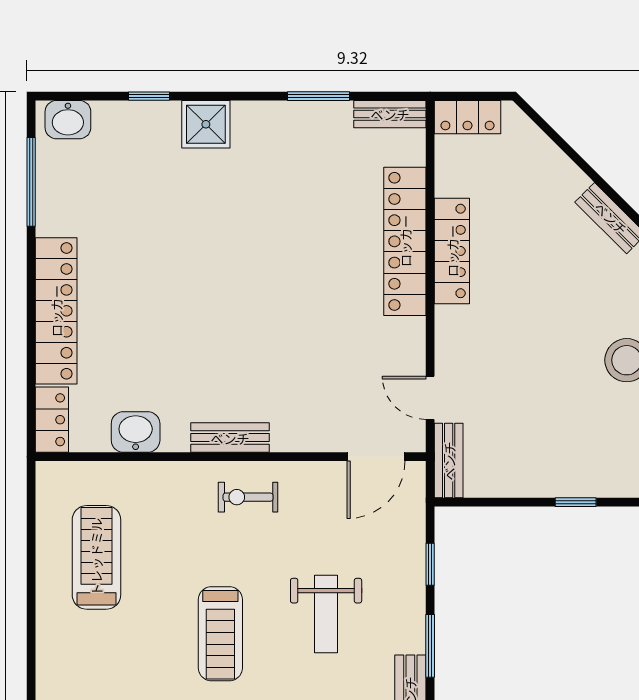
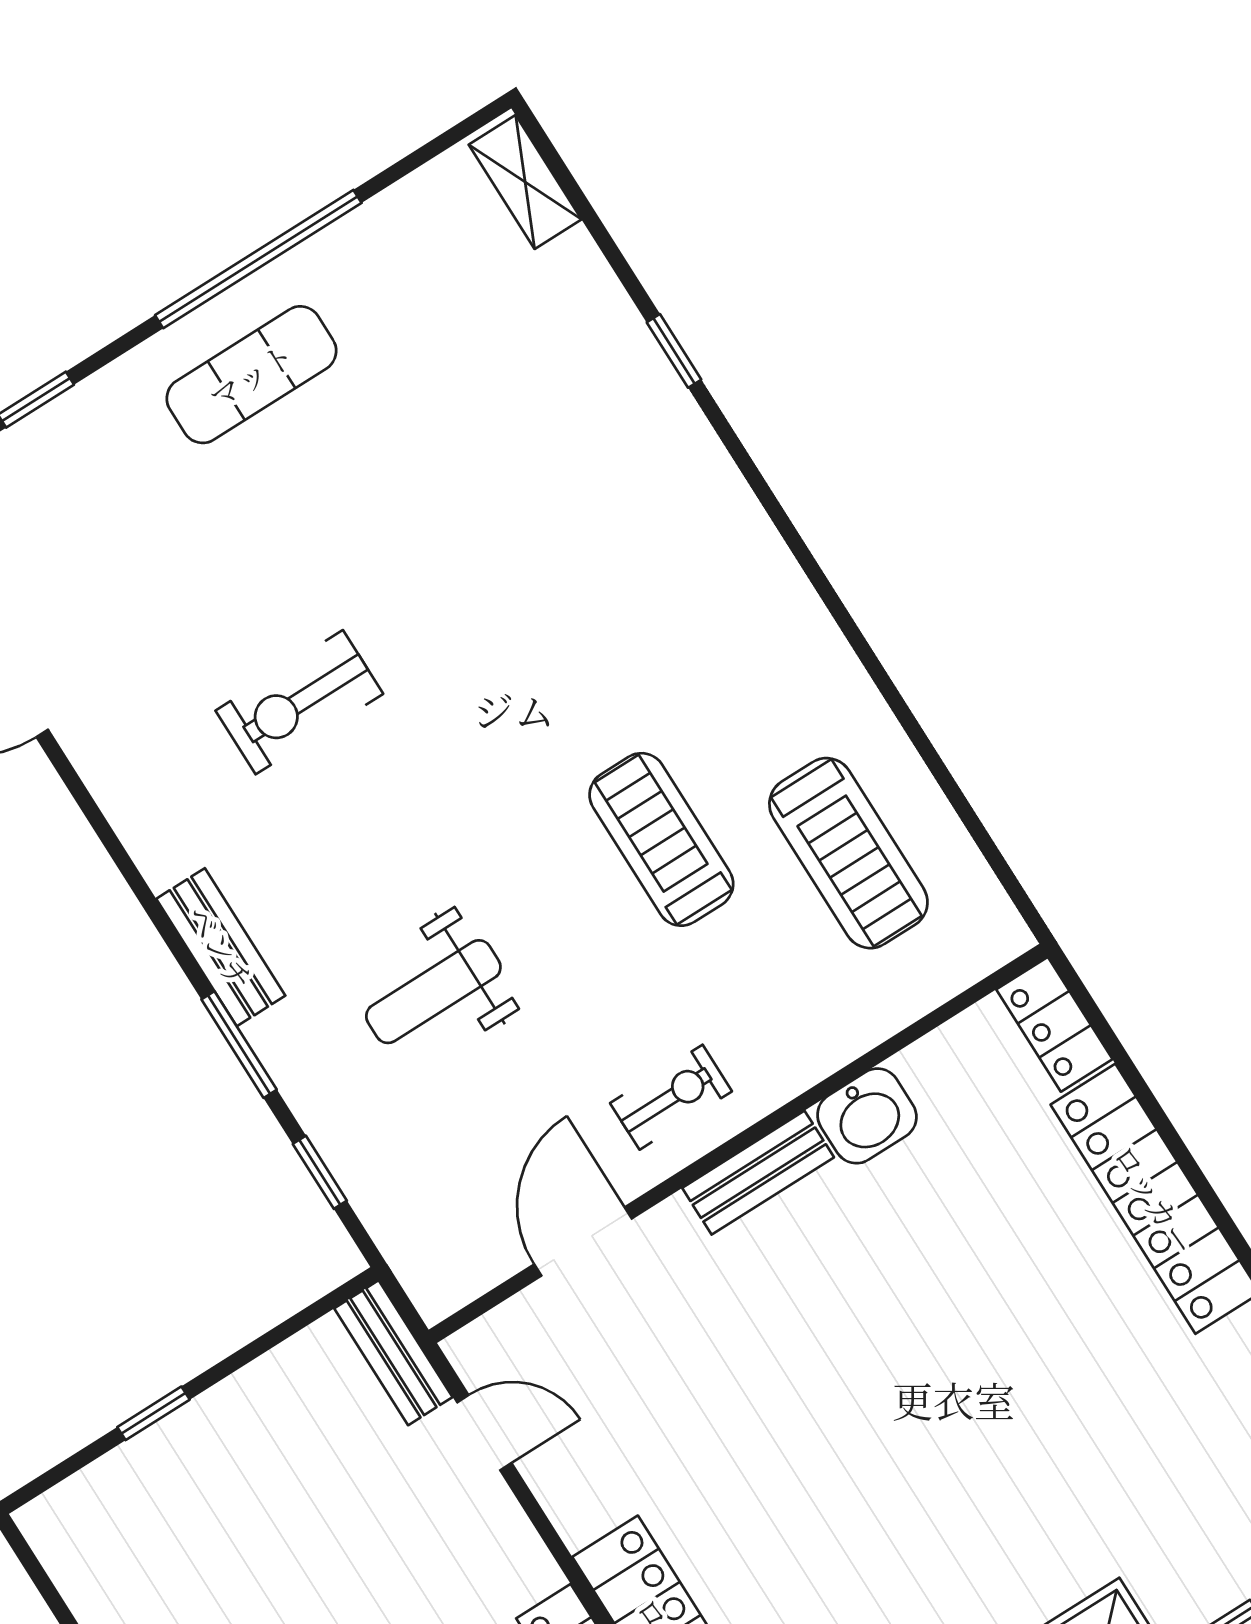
washbasin: (136, 432) -> (867, 1116), moved
door: (376, 457) -> (583, 1241), moved
weight bench: (326, 614) -> (433, 992), turned -90
treadmill: (220, 634) -> (661, 839), moved

